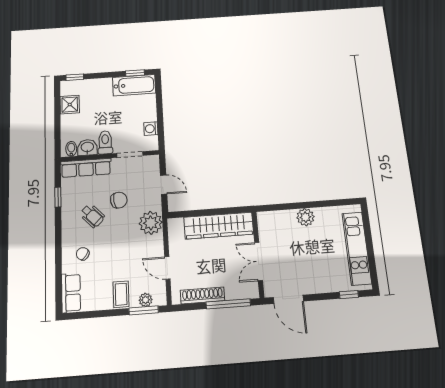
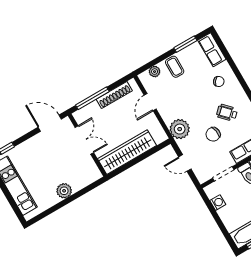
door: (167, 268) -> (150, 102), swing flipped
window: (144, 310) -> (185, 44), moved

